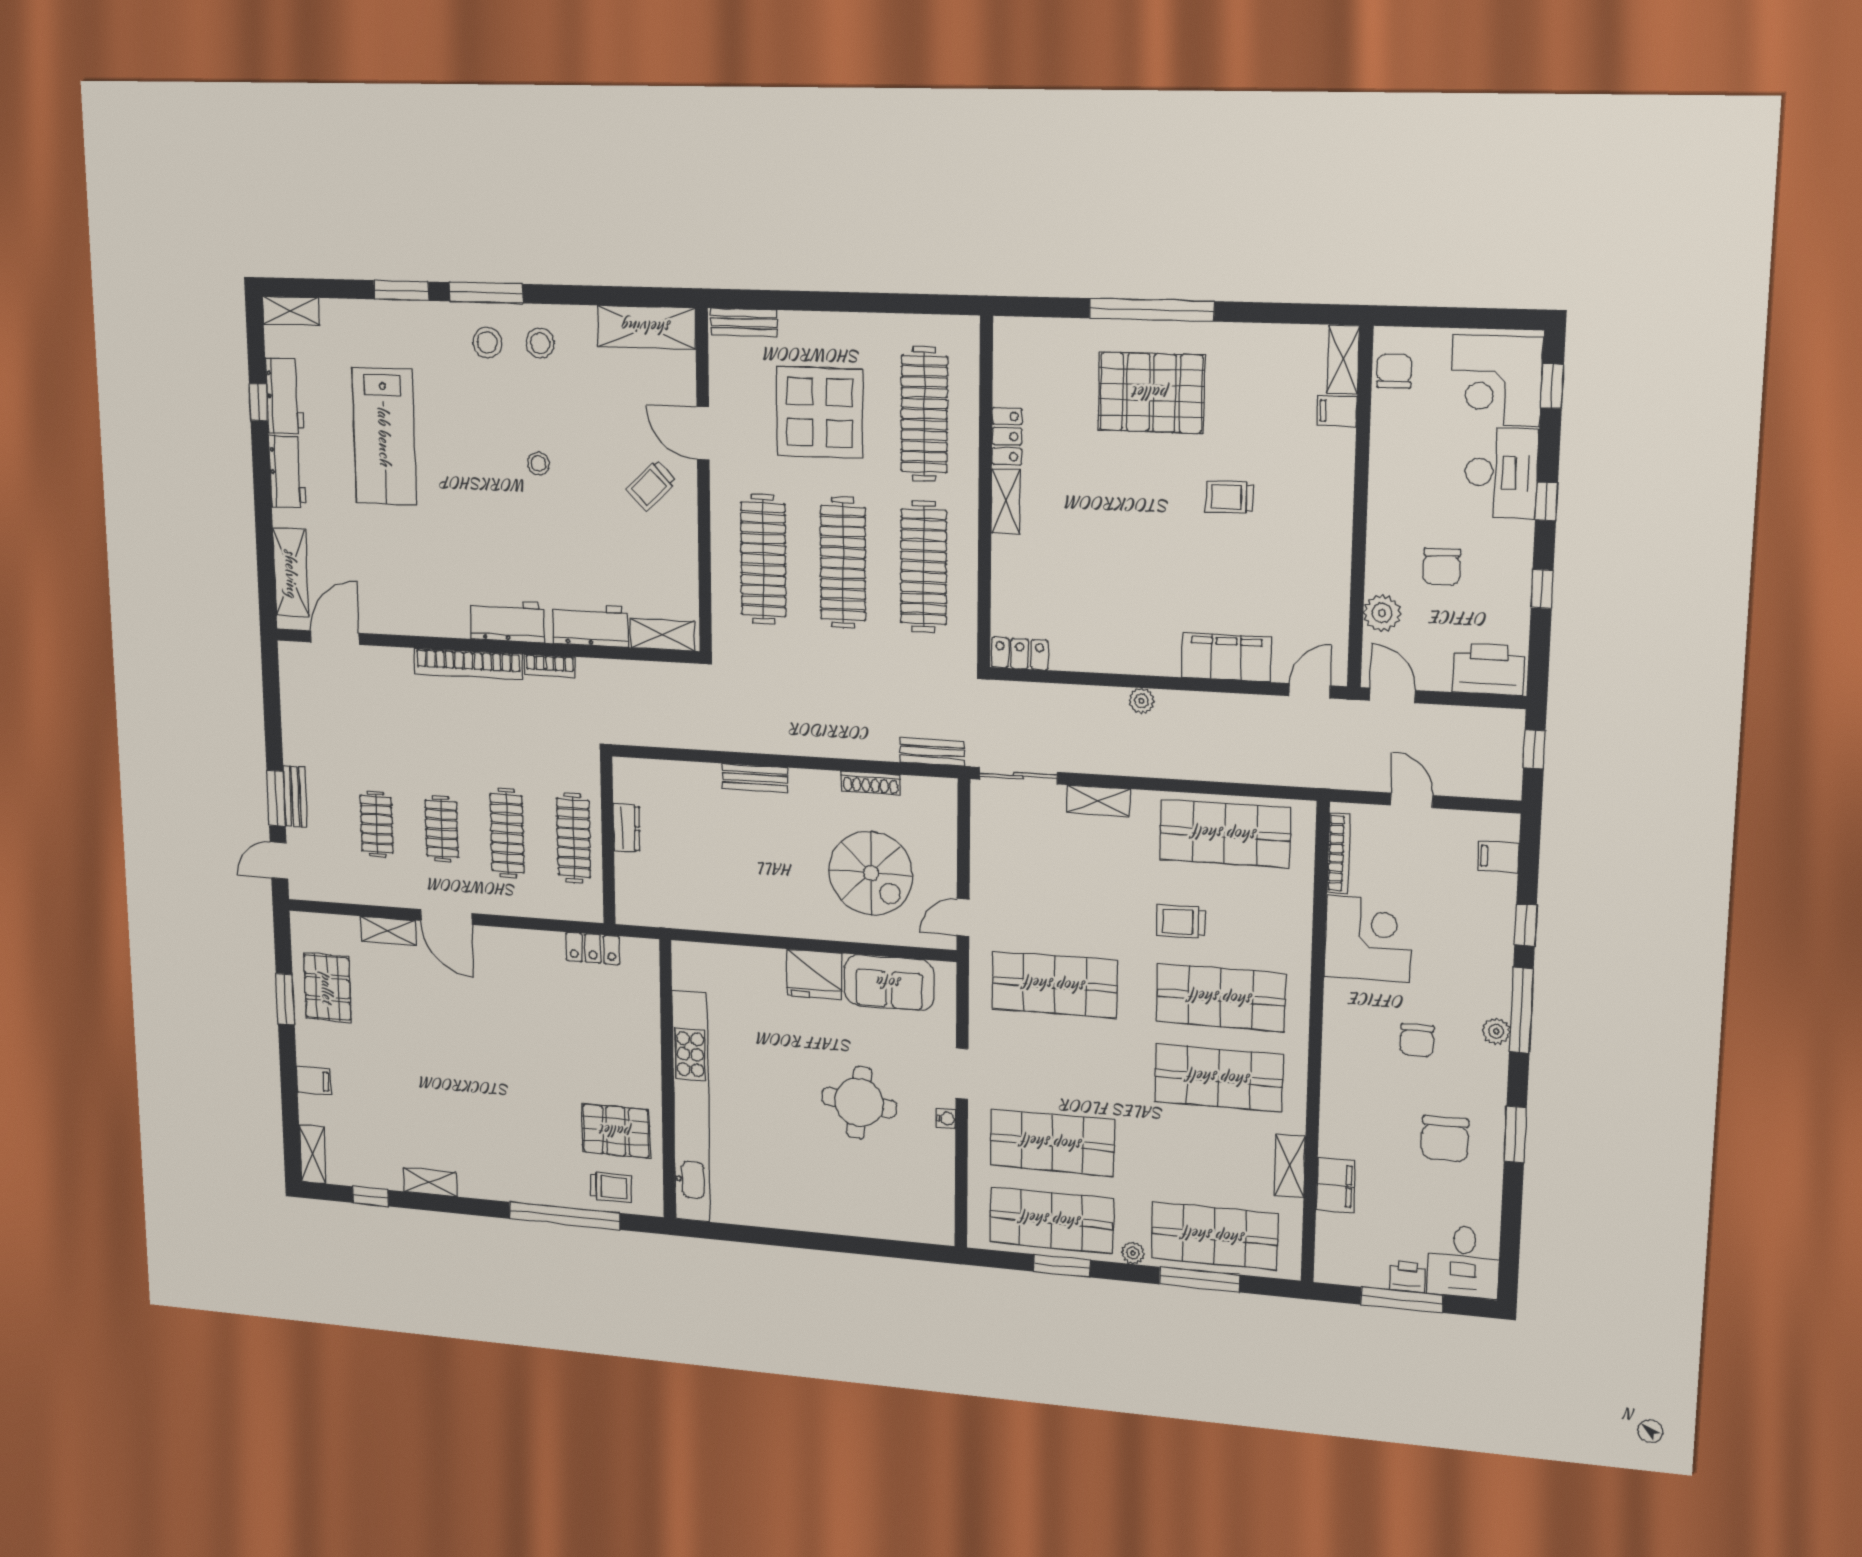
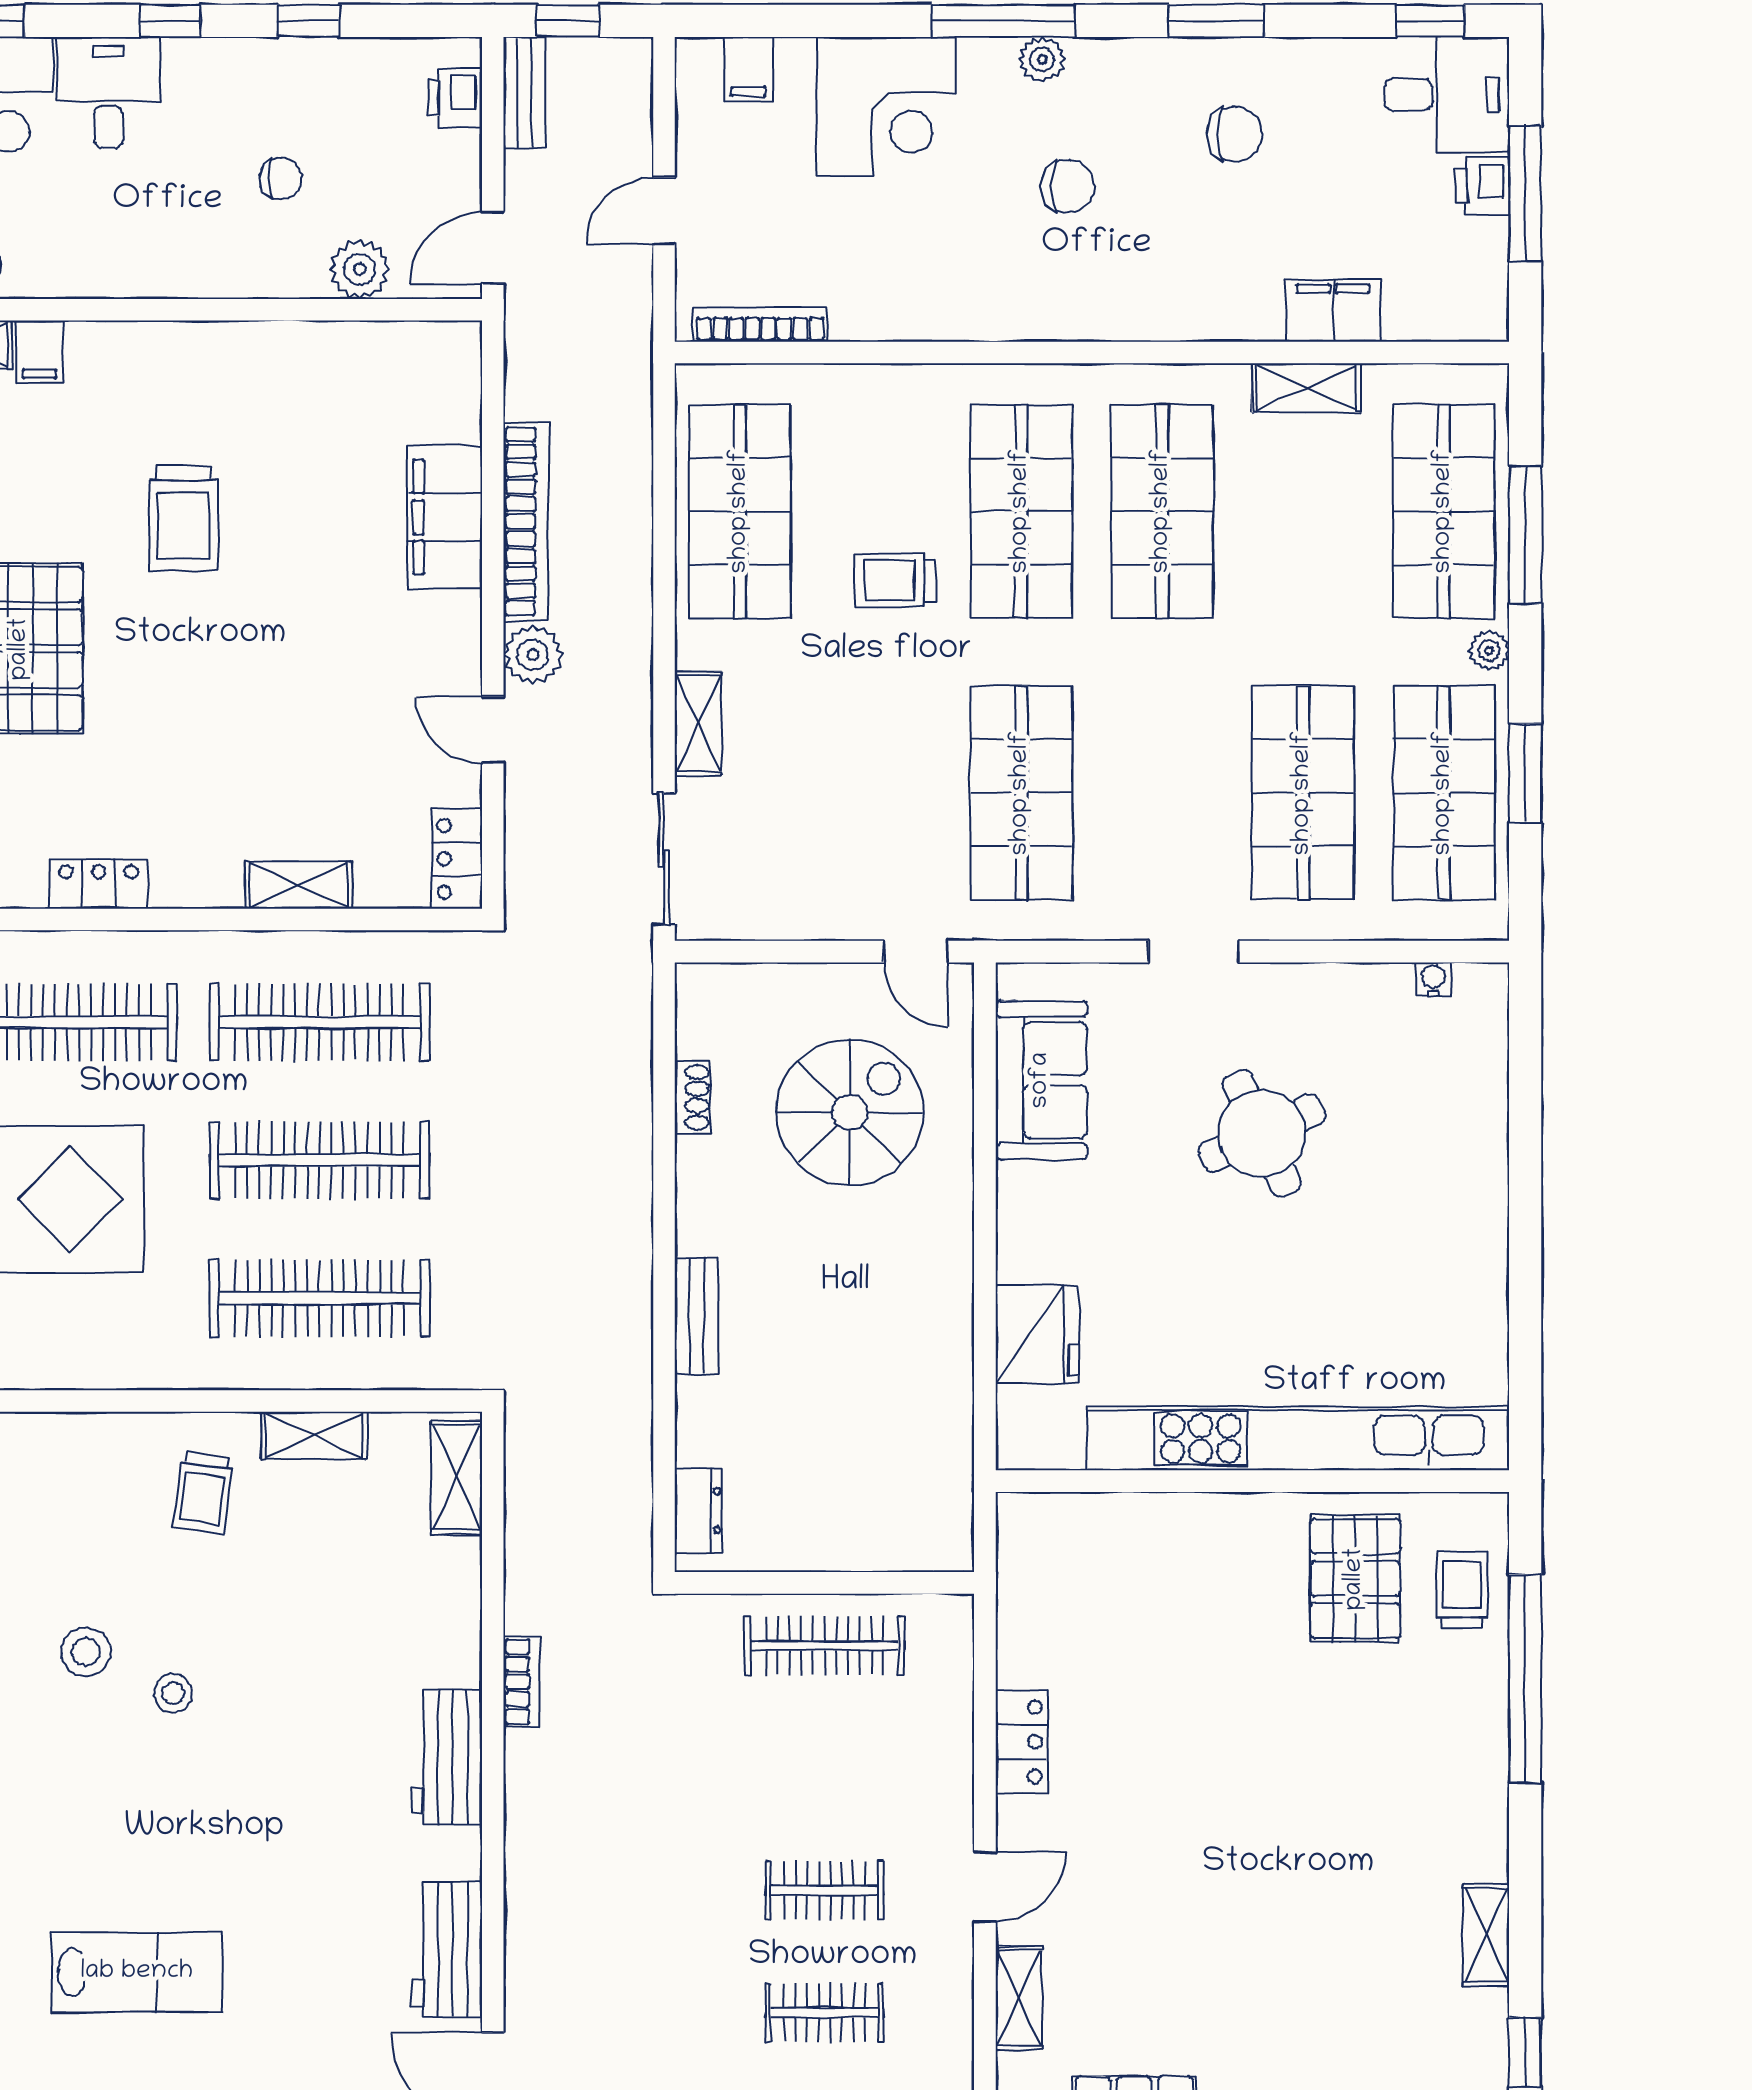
stool: (560, 413) -> (86, 1652), added
door: (703, 433) -> (112, 1401), removed
lab bench: (384, 436) -> (137, 1972), width x0.73, depth x0.72
desk: (1501, 473) -> (109, 92), width x0.73
trolley: (651, 486) -> (203, 1493), turned 52
trolley: (1230, 497) -> (183, 518), width x1.36, depth x1.39
shelving: (1006, 501) -> (299, 885), moved
shelving: (685, 553) -> (314, 1435), added
chair: (1442, 567) -> (281, 178), width x0.73, depth x0.73
workbench: (590, 625) -> (447, 1949), moved
bookcase: (468, 664) -> (526, 521), moved
printer: (1489, 669) -> (455, 98), width x0.53, depth x0.68
door: (1310, 691) -> (493, 730), moved
plant: (1141, 701) -> (533, 655), width x1.38, depth x1.38
bench: (932, 752) -> (525, 92), moved
shoe rack: (871, 783) -> (692, 1097), width x0.70
dresser: (626, 828) -> (698, 1511), moved, turned 90
clothes rail: (507, 833) -> (824, 1768), removed
door: (446, 917) -> (985, 1887), width x0.73
trolley: (1181, 922) -> (895, 580), turned 90
window: (1526, 925) -> (1430, 21), moved
corner desk: (1368, 939) -> (886, 107), moved, turned 180
locker: (593, 948) -> (1022, 1742), moved
fridge: (814, 974) -> (1037, 1334), moved
round table: (859, 1102) -> (1262, 1134), turned -32
water cooler: (946, 1119) -> (1433, 979), moved
chair: (1445, 1139) -> (1234, 134), width x0.73, depth x0.73

